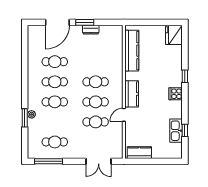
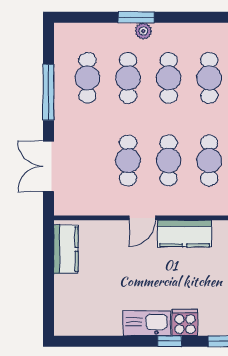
door: (124, 115) -> (142, 218), swing flipped
cafe table: (55, 122) -> (128, 78), added
window: (185, 130) -> (170, 341), moved
kitchen sink: (176, 131) -> (147, 323), moved
window: (49, 161) -> (48, 92), moved

